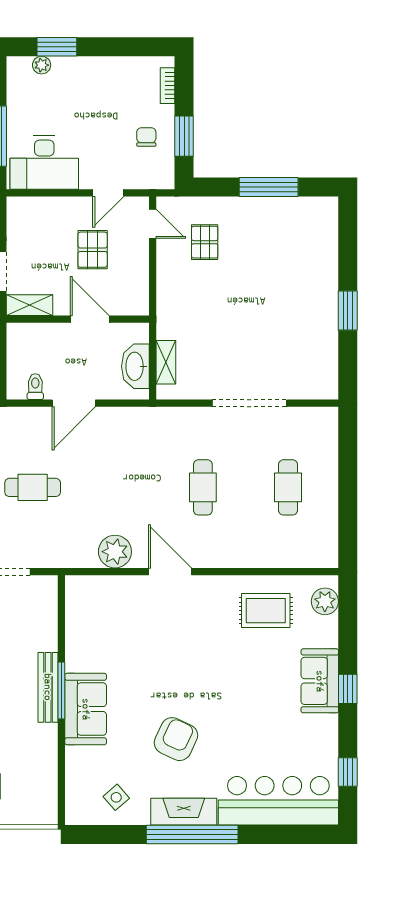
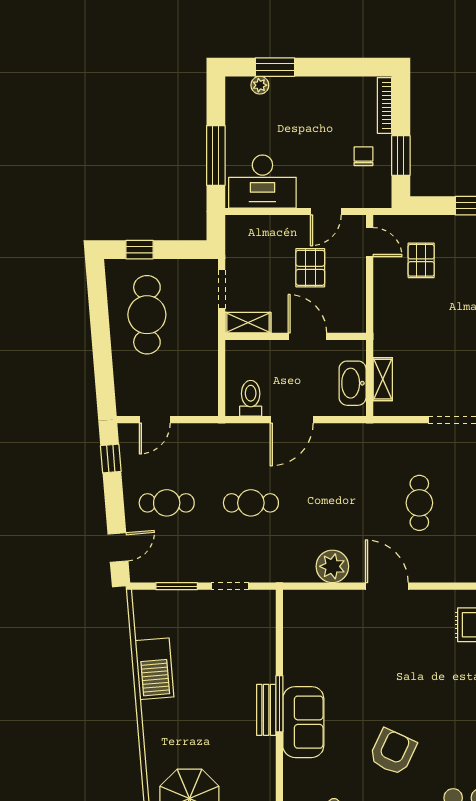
bookcase: (168, 86) -> (384, 105), width x1.56
toilet: (35, 387) -> (251, 398), width x1.37, depth x1.39
bench: (48, 687) -> (266, 710), width x0.73

